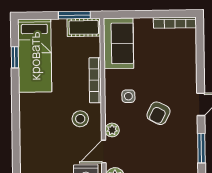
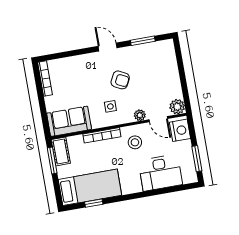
desk: (39, 144) -> (160, 173), added

